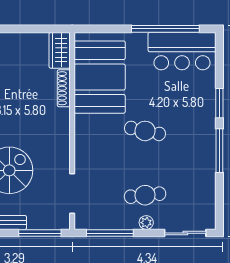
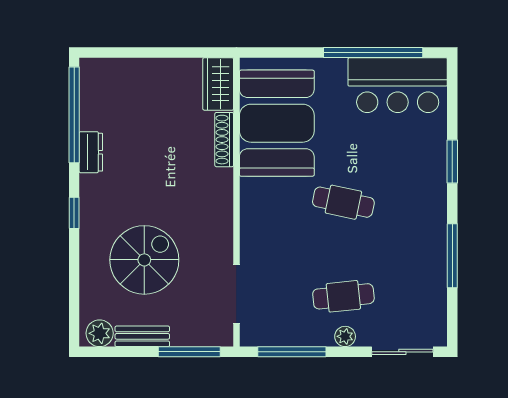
window: (219, 151) -> (452, 256), moved

